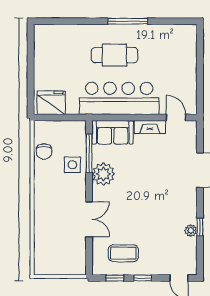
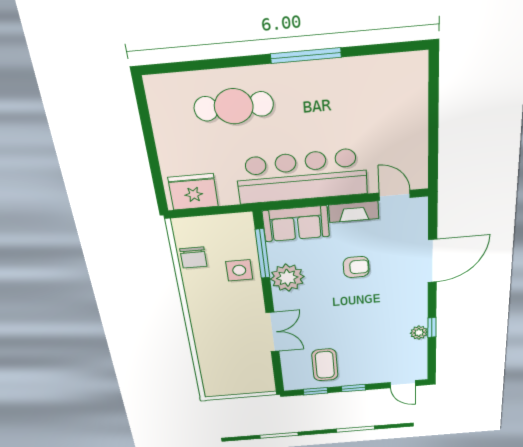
cafe table: (115, 55) -> (234, 106), moved
armchair: (149, 170) -> (356, 267), added
coffee table: (123, 253) -> (325, 365), turned 90

